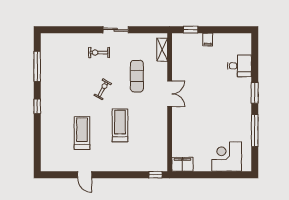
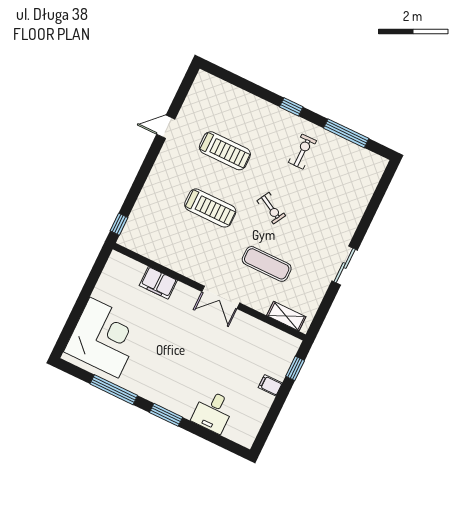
exercise bike: (99, 53) -> (302, 152), moved
corner desk: (227, 157) -> (104, 338), width x1.36, depth x1.36
filing cabinet: (182, 164) -> (158, 283), moved, turned 90

